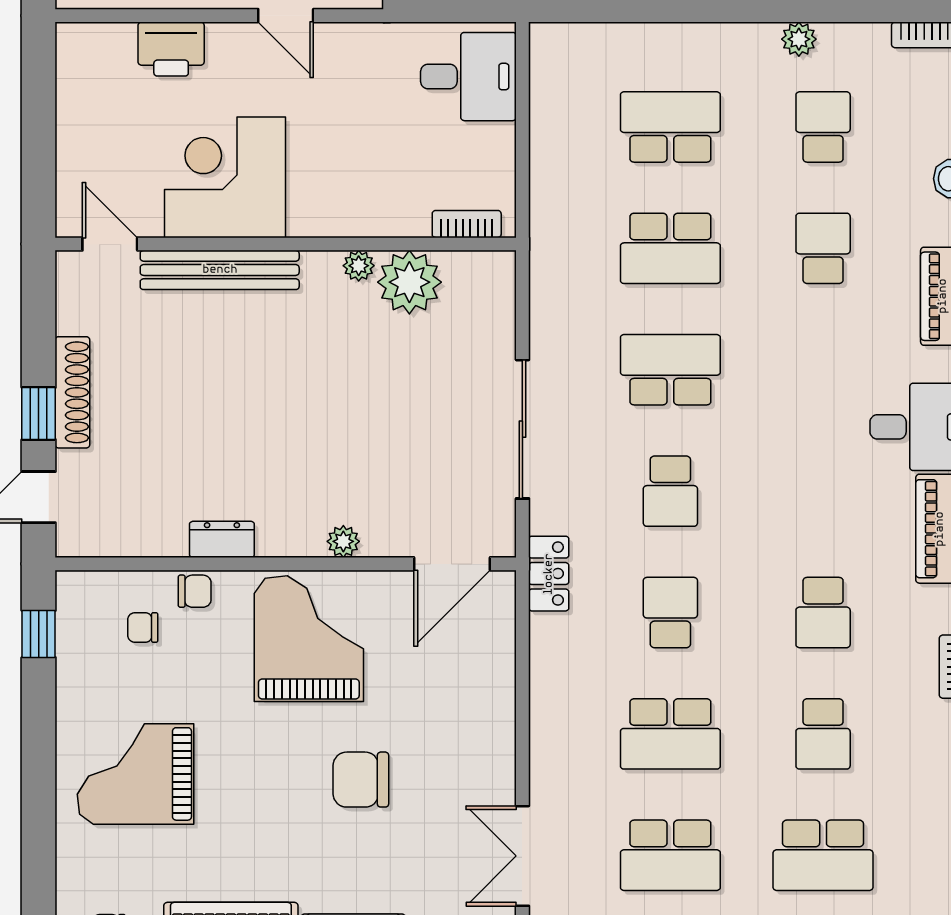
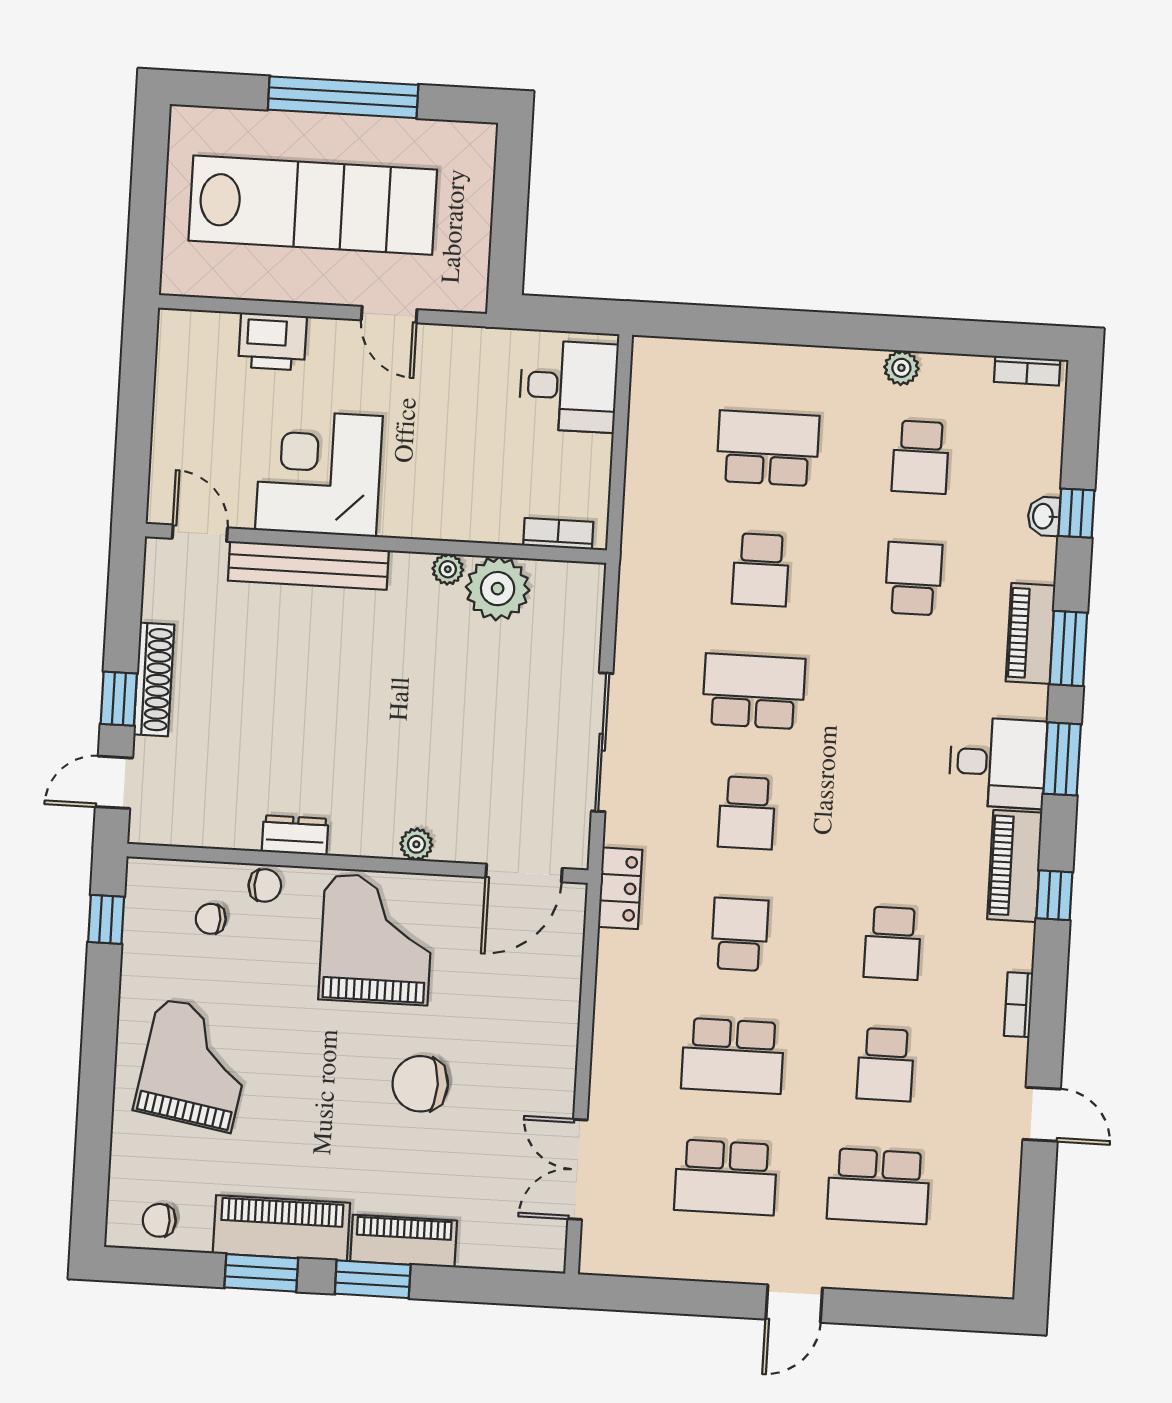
school desk: (823, 127) -> (921, 457), turned 180
school desk: (670, 248) -> (761, 570), width x0.54
grand piano: (135, 774) -> (195, 1065), turned 100

